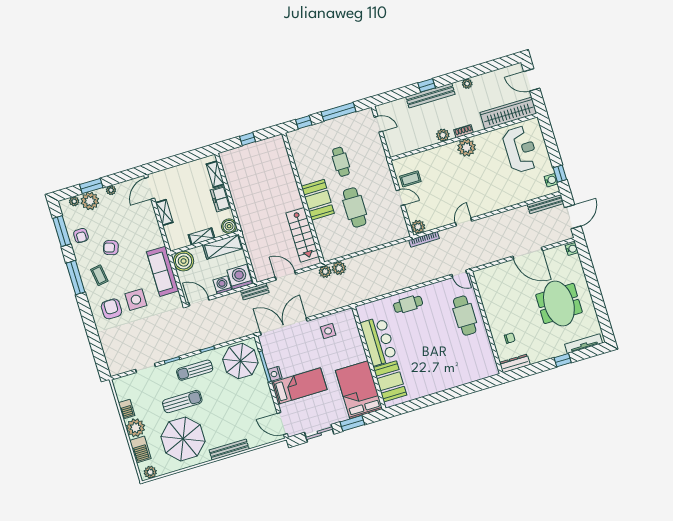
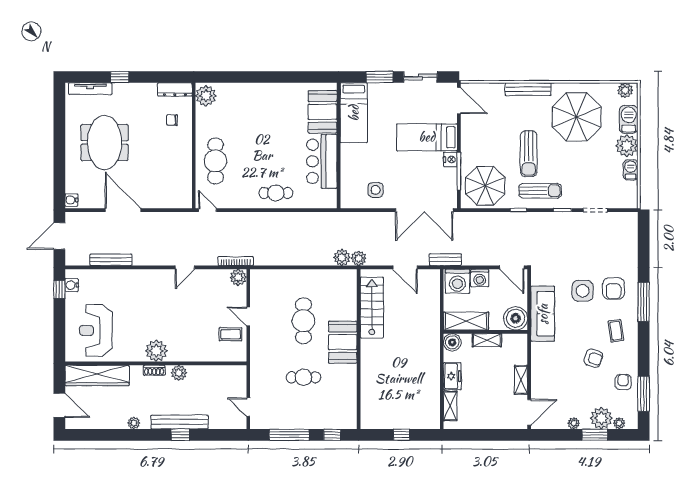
cafe table: (341, 162) -> (303, 377), turned 90
bench: (546, 204) -> (111, 260), moved
window: (76, 278) -> (644, 302), moved
plant: (488, 366) -> (206, 96), added
bed: (359, 390) -> (354, 113), width x0.67
sun lounger: (182, 402) -> (529, 154), moved, turned -90

